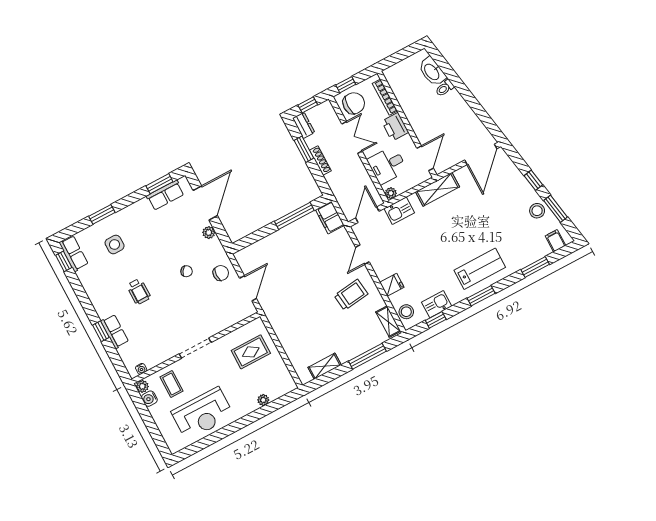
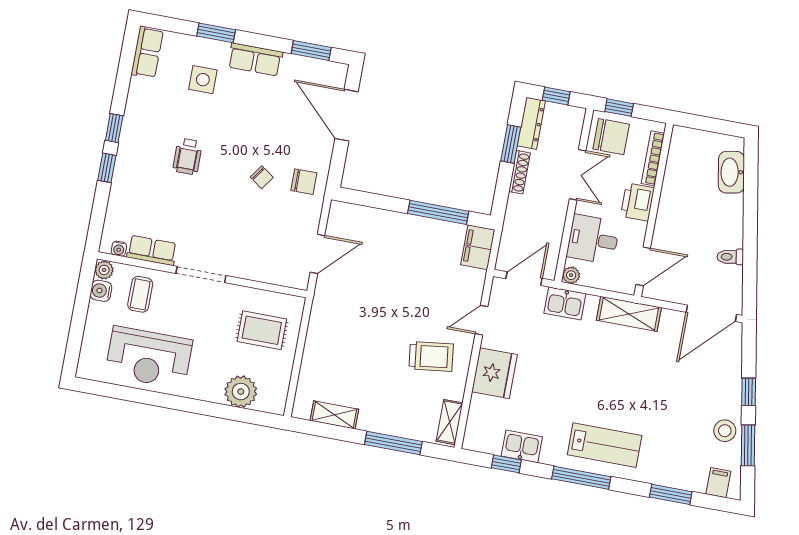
toilet: (445, 88) -> (730, 257), moved
dresser: (304, 125) -> (531, 123), width x1.44
row of seats: (165, 195) -> (255, 59), moved
door: (205, 203) -> (347, 115), swing flipped
plant: (209, 233) -> (323, 153), removed
window: (64, 261) -> (114, 128), moved
chair: (221, 273) -> (304, 182), moved
fridge: (392, 285) -> (494, 373), width x1.88, depth x1.34
window: (481, 296) -> (581, 478), width x1.44
stool: (406, 312) -> (480, 427), removed
row of seats: (115, 331) -> (152, 250), moved, turned -90
plant: (263, 400) -> (241, 392), width x1.88, depth x1.88

